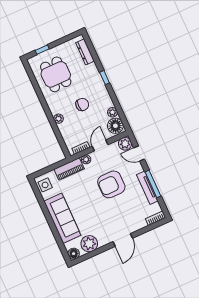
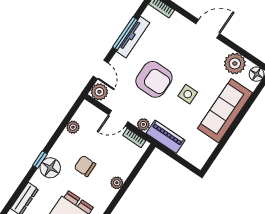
floor lamp: (115, 126) -> (50, 168), moved
side table: (45, 185) -> (188, 94), moved

